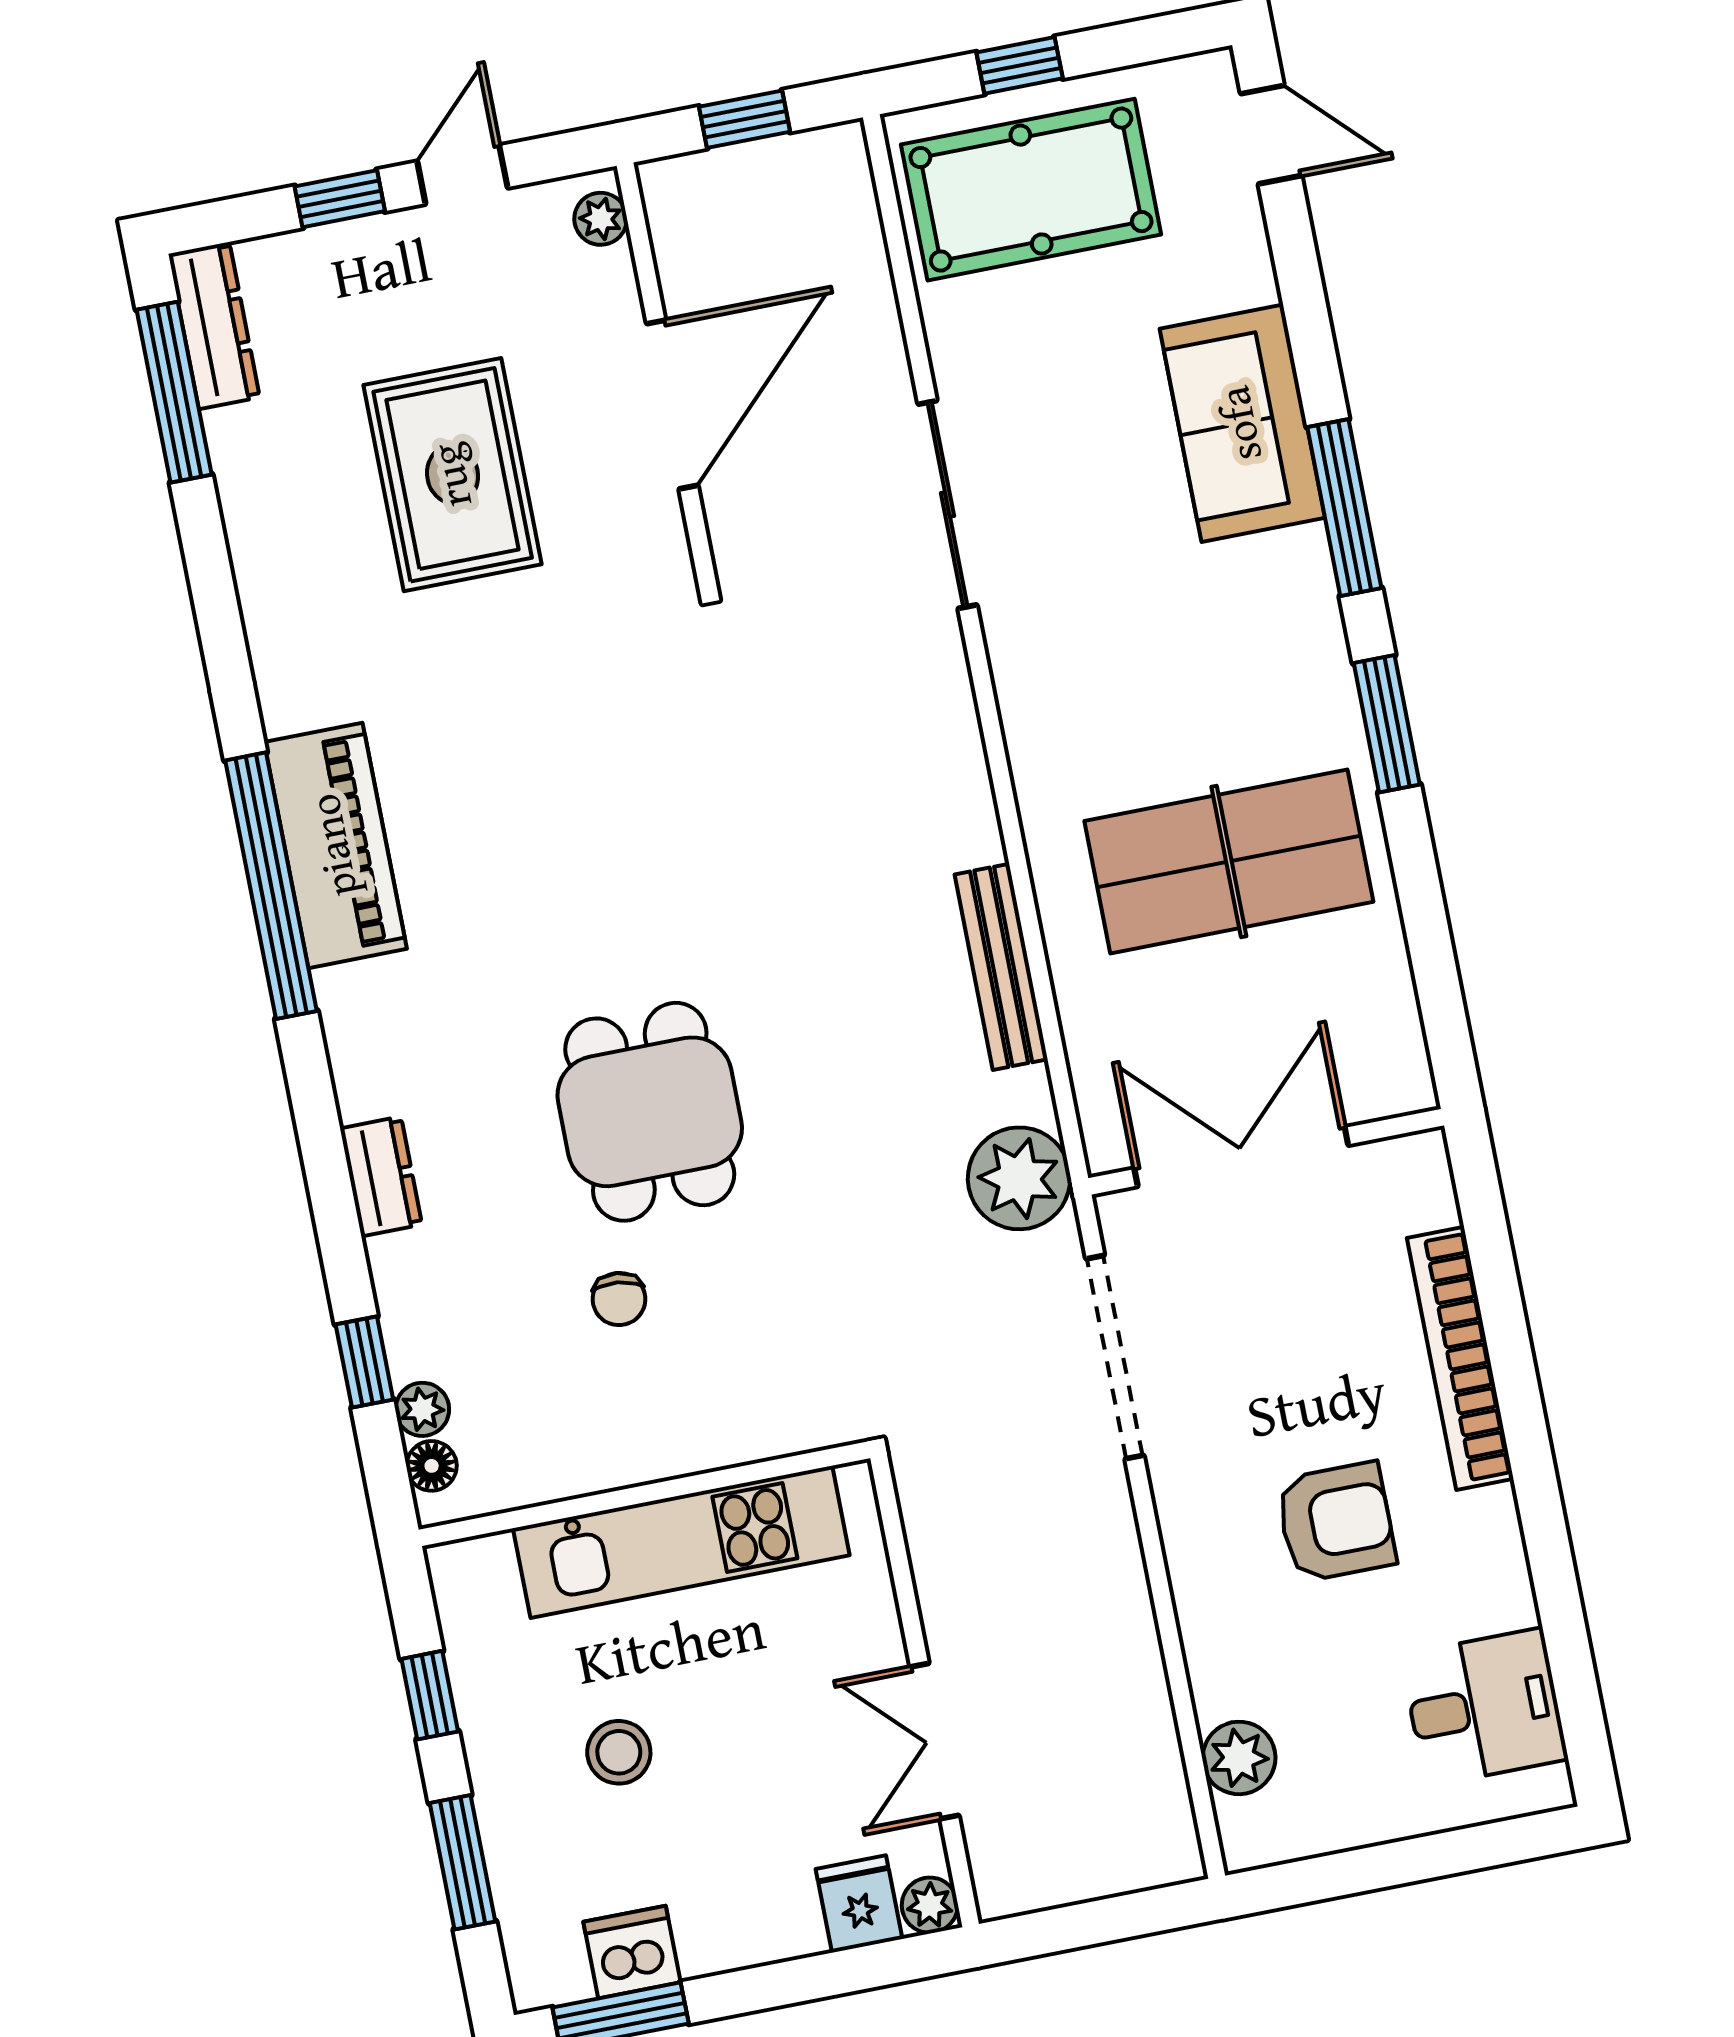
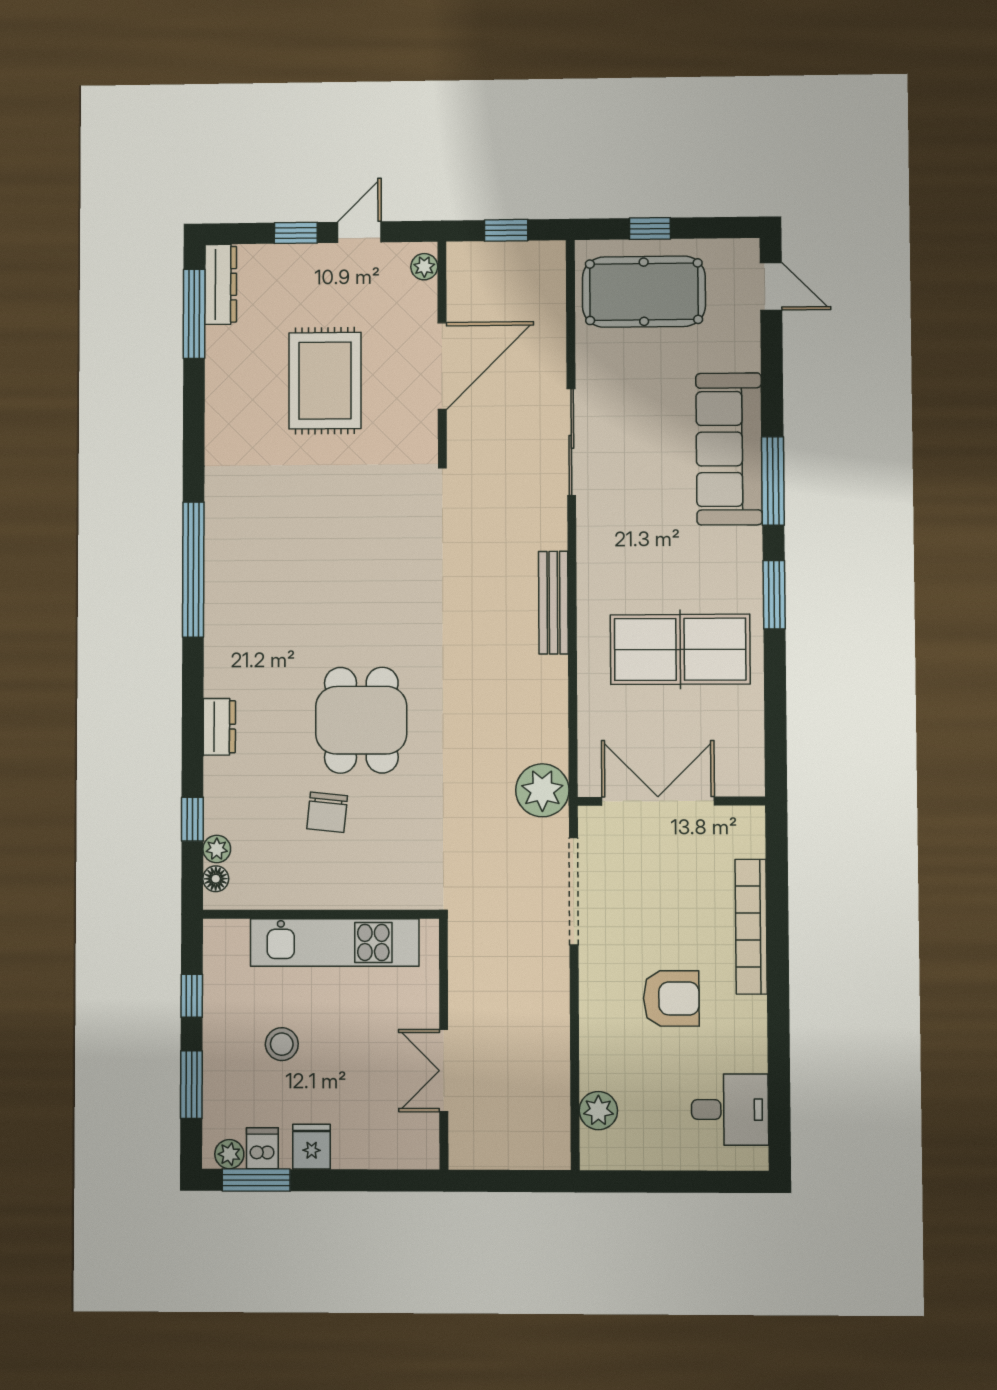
sofa: (1242, 423) -> (729, 449), width x1.36
piano: (335, 845) -> (230, 555), removed
bench: (1001, 967) -> (553, 603), moved
chair: (619, 1299) -> (327, 812), width x1.37, depth x1.37
fridge: (859, 1904) -> (312, 1147), moved
plant: (930, 1905) -> (229, 1154), moved
dishwasher: (632, 1952) -> (262, 1148), width x0.73

